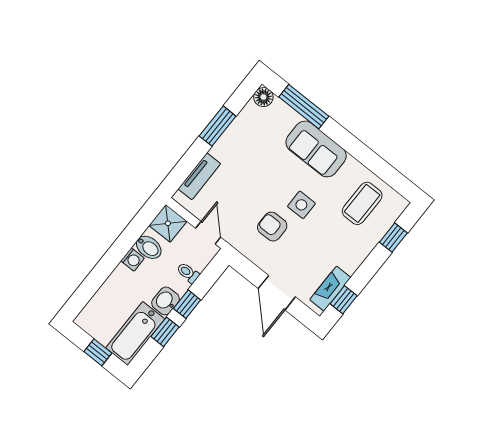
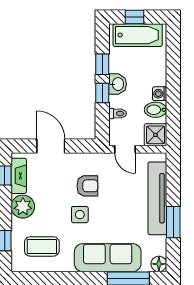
sofa: (316, 149) -> (108, 258), width x1.36
tv unit: (199, 176) -> (157, 198), width x1.92, depth x1.29
coffee table: (362, 203) -> (42, 246), turned 90
plant: (350, 256) -> (23, 207), added
bathtub: (135, 333) -> (138, 35), moved, turned 90

